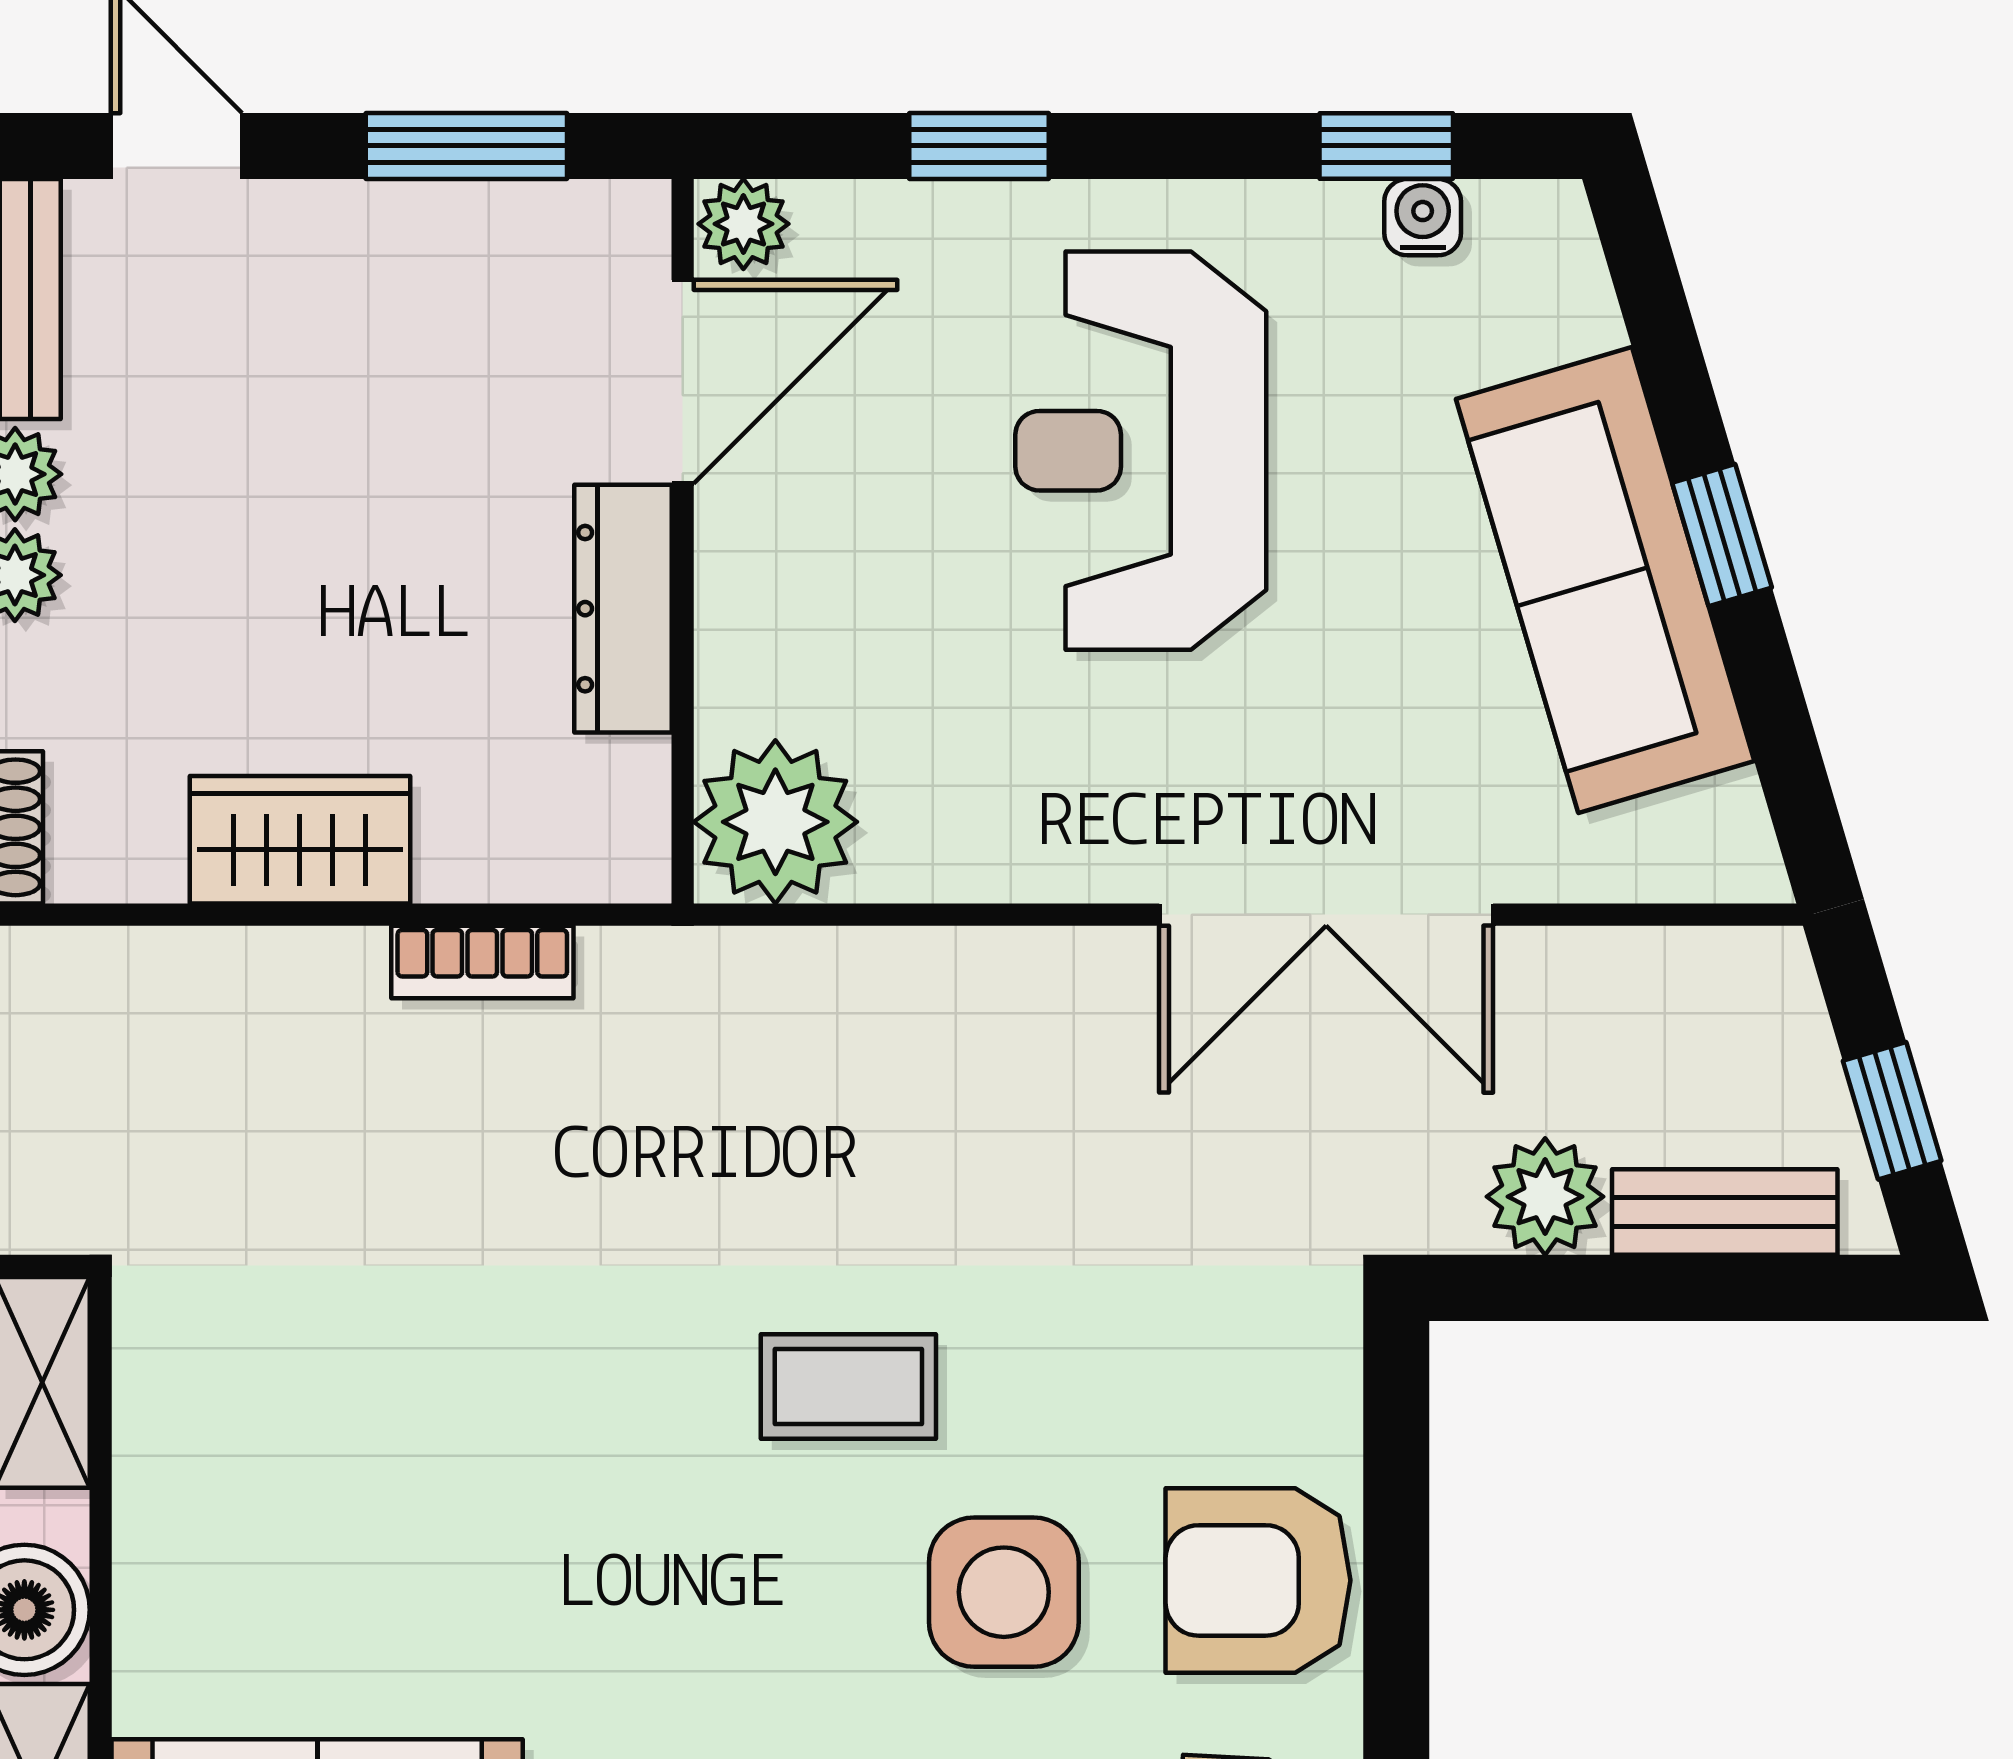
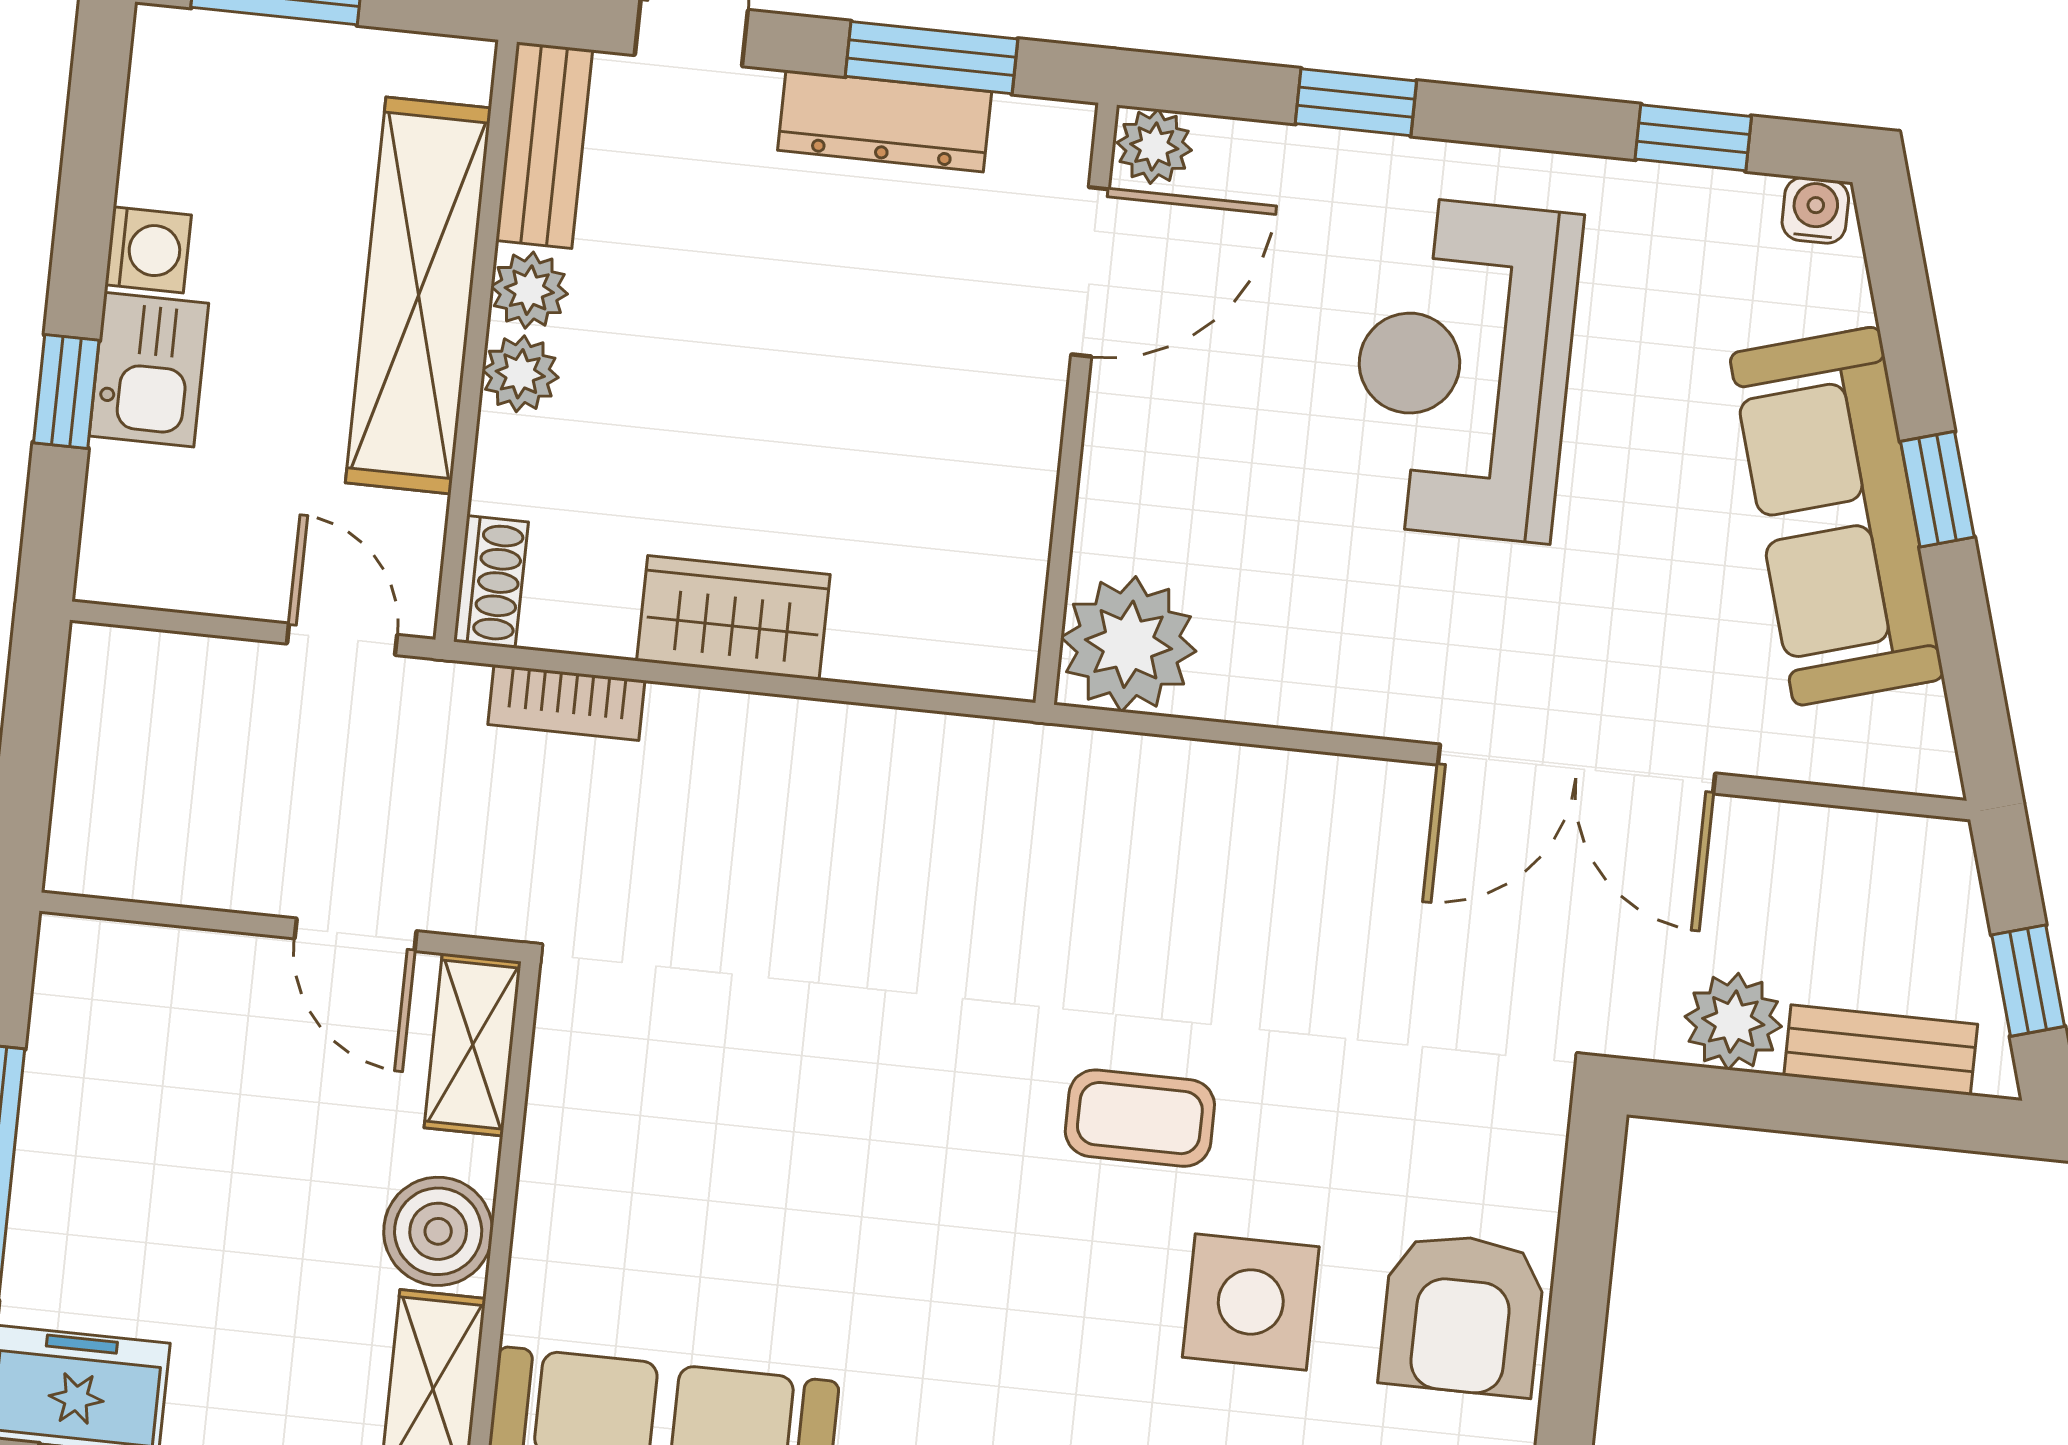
water cooler: (1423, 217) -> (1815, 210), moved
dresser: (623, 609) -> (885, 121), moved, turned -90
bookcase: (482, 962) -> (566, 702), moved
armchair: (1258, 1580) -> (1462, 1314), turned -90

